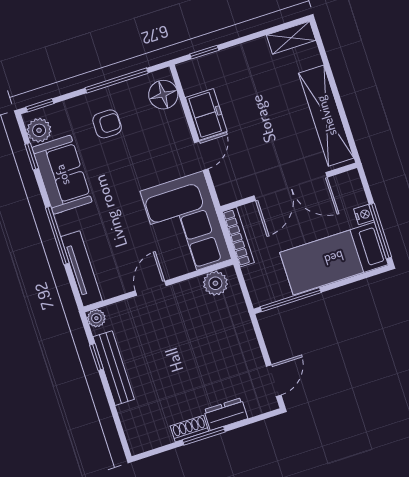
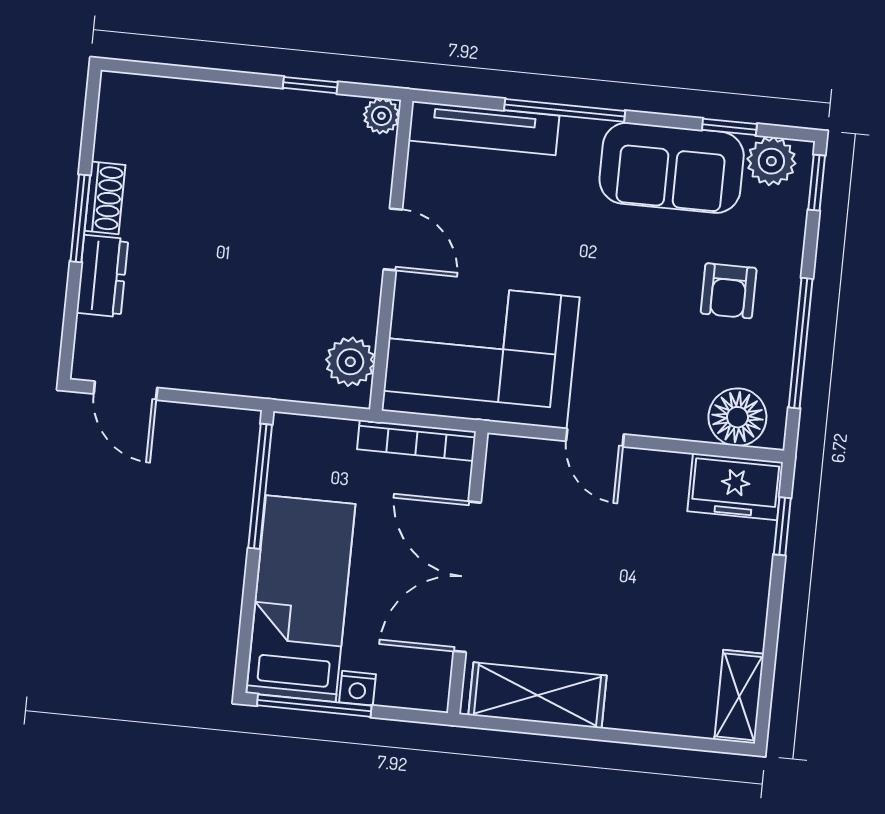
freezer: (206, 114) -> (735, 487), moved
shelving: (326, 116) -> (537, 695), width x0.68
bench: (114, 368) -> (276, 108), removed

